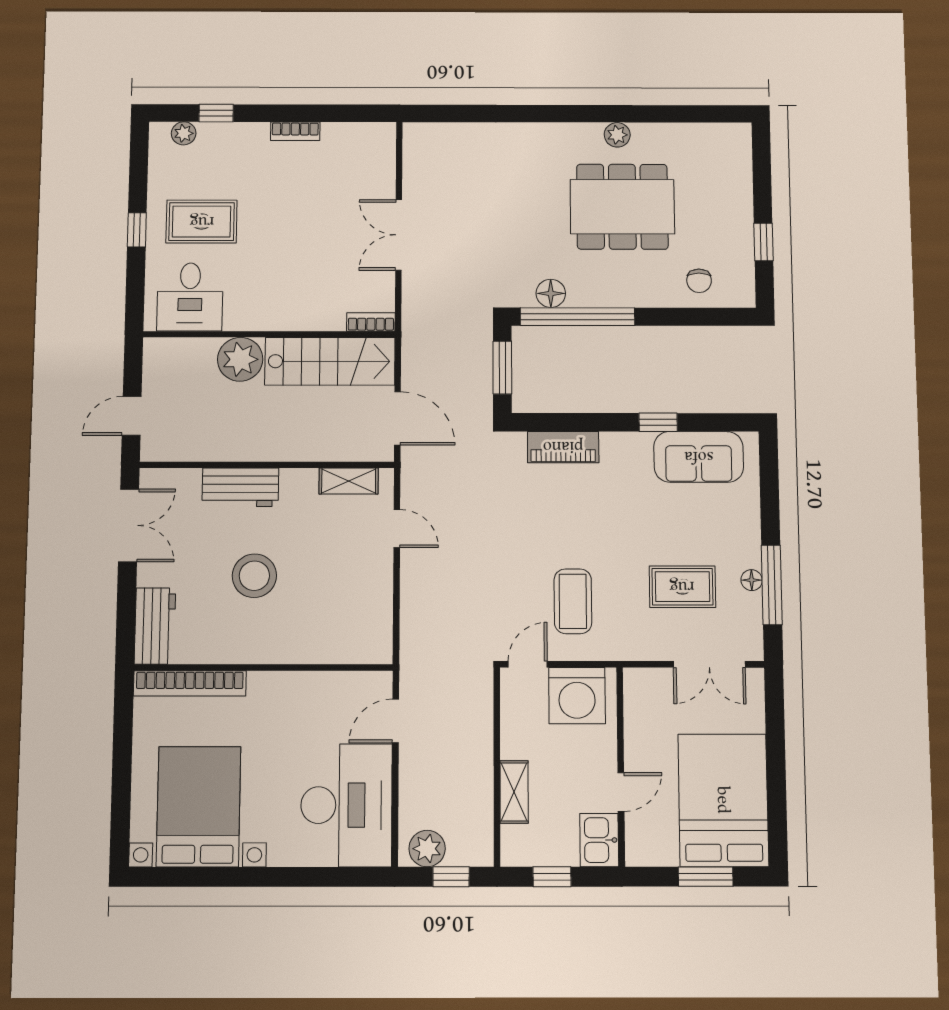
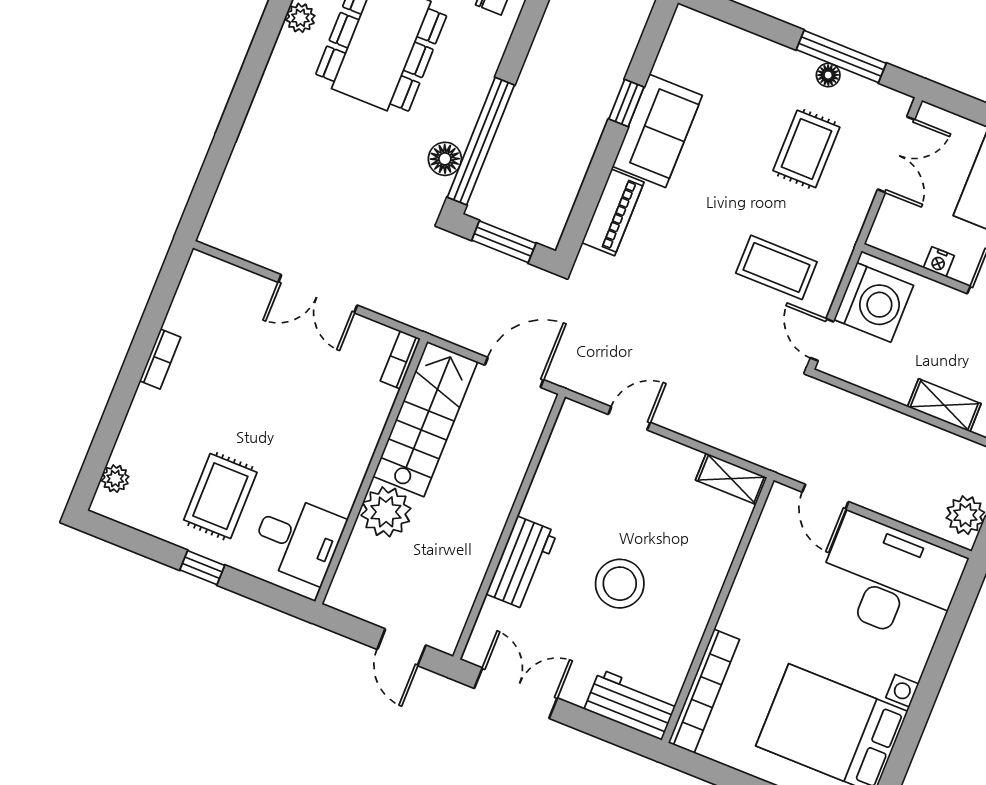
window: (216, 113) -> (106, 436), removed
sofa: (699, 457) -> (657, 131), moved
shelving: (349, 481) -> (731, 479), moved, turned 90
nightstand: (634, 738) -> (939, 262), added

